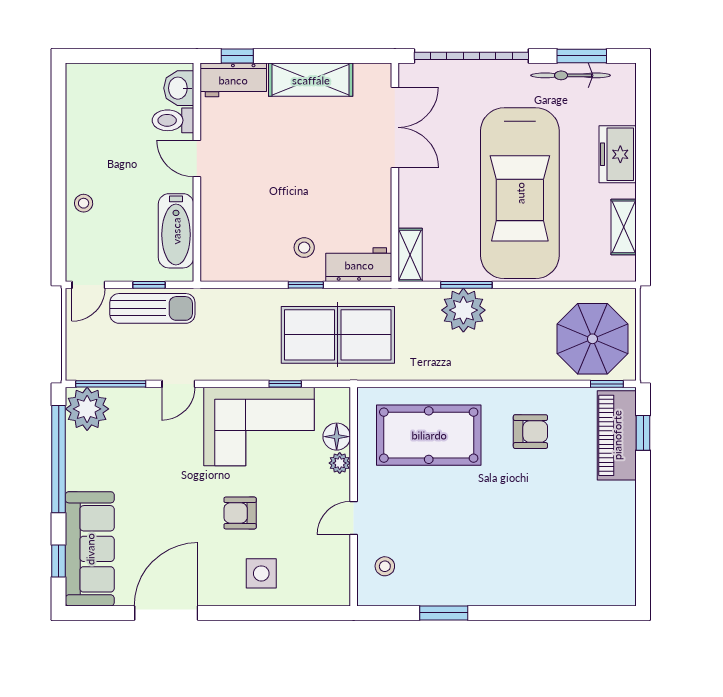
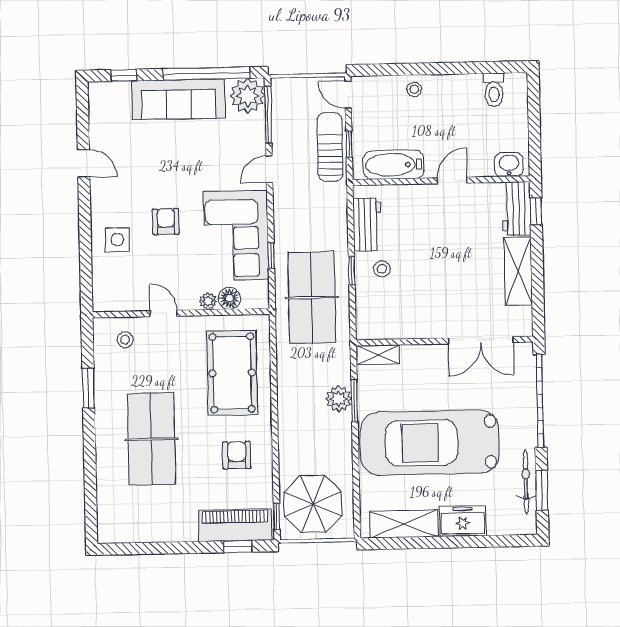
toilet: (173, 120) -> (494, 90), moved, turned 180
shelving: (624, 227) -> (404, 524), width x1.50, depth x1.33
workbench: (359, 265) -> (367, 225), moved
sun lounger: (152, 308) -> (330, 147), turned 180
plant: (463, 310) -> (339, 399), width x0.73, depth x0.73
door: (178, 384) -> (269, 169), hinge flipped
armchair: (530, 432) -> (237, 455), turned 180
table tennis table: (508, 537) -> (151, 439), added
sofa: (90, 549) -> (178, 99), moved
door: (166, 613) -> (84, 163), width x0.53

